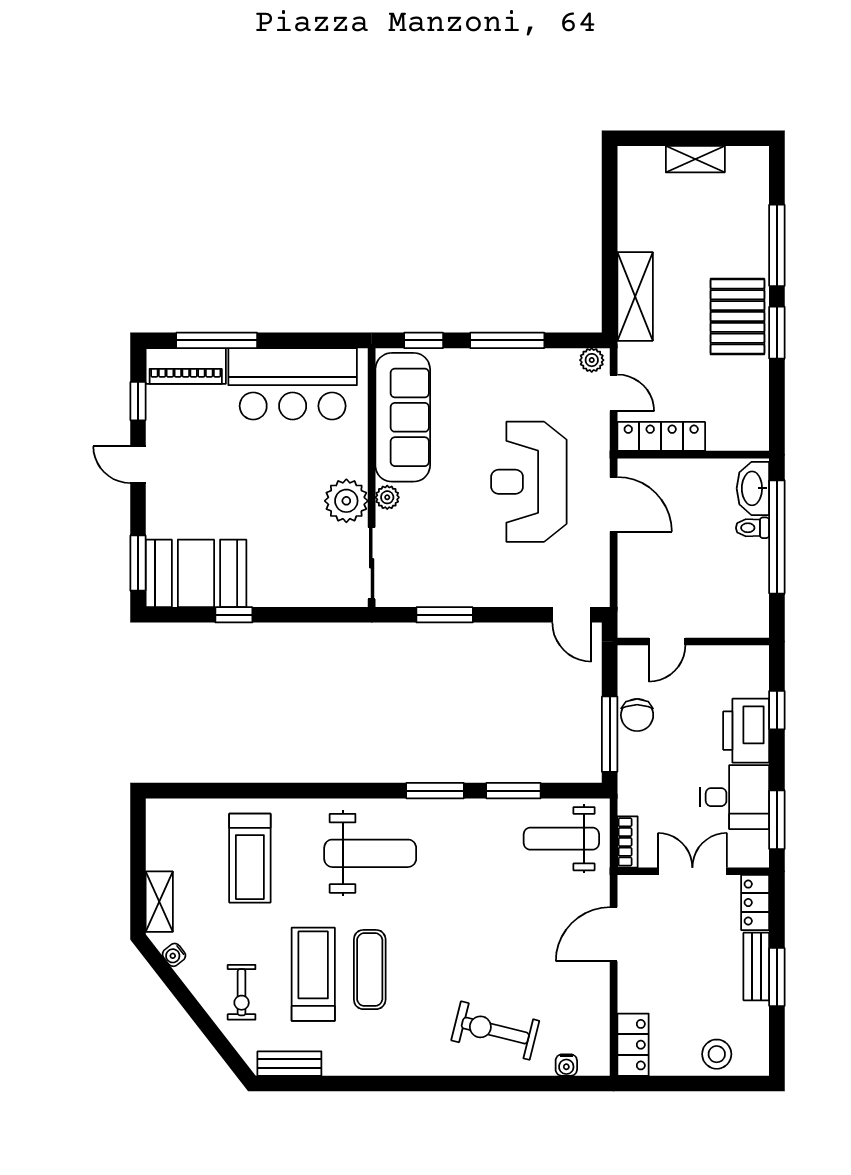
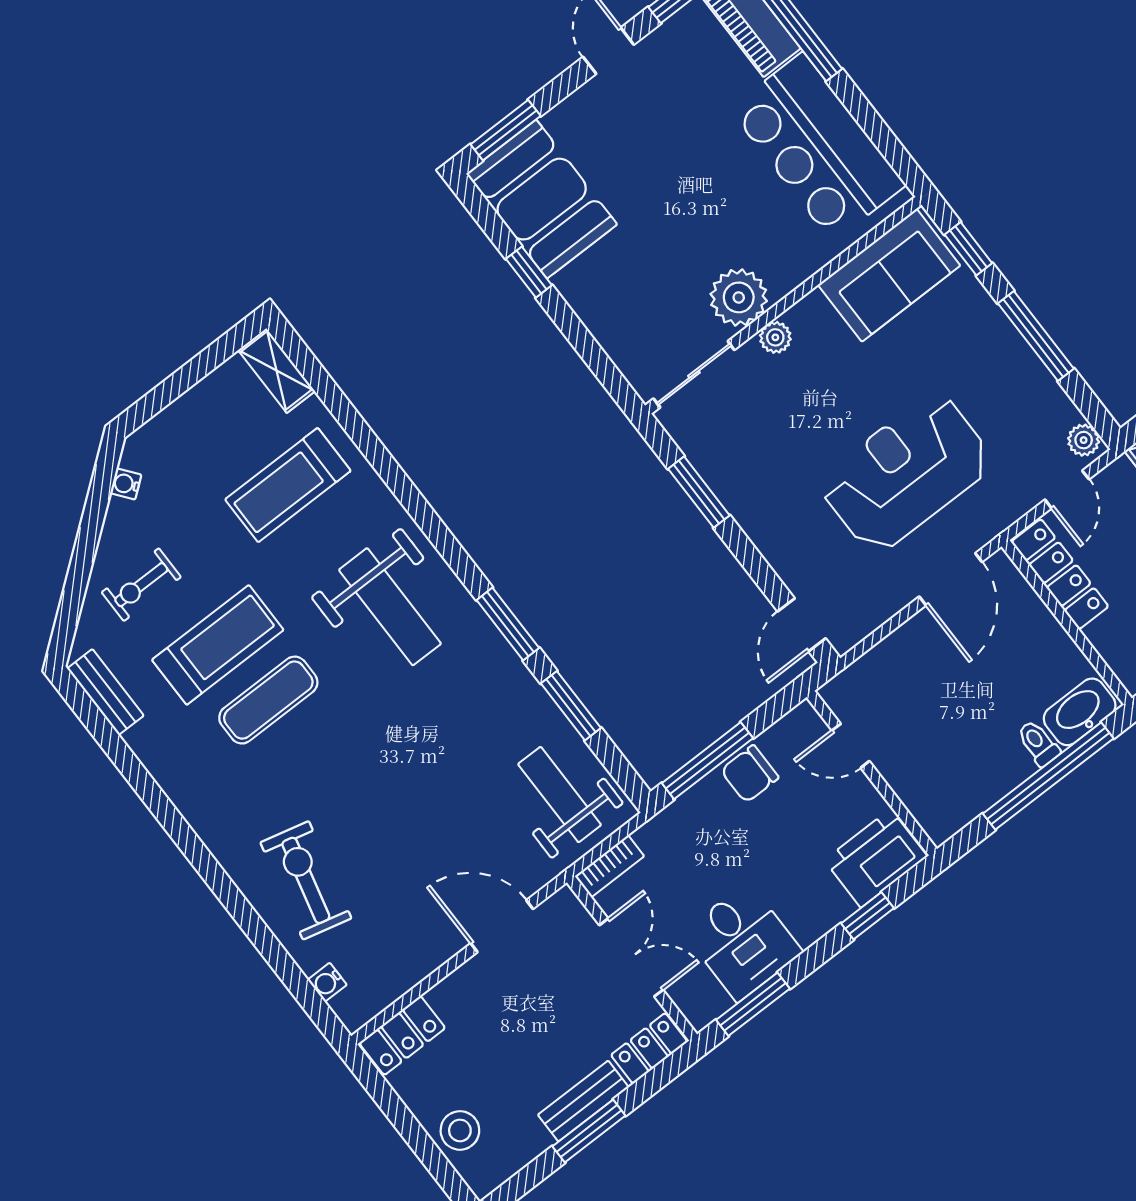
sofa: (403, 417) -> (889, 275), width x0.73
printer: (746, 731) -> (876, 858), moved
shelving: (159, 902) -> (276, 371), moved, turned 90

